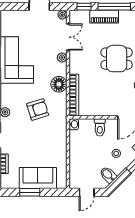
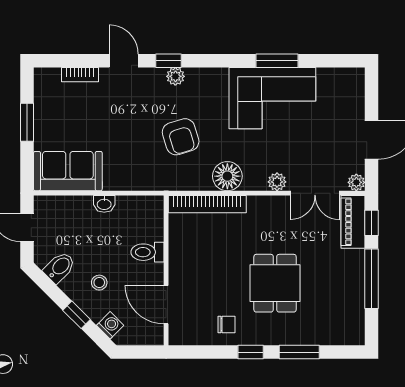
piano: (104, 17) -> (353, 222), moved
washbasin: (74, 124) -> (104, 204), moved
sofa: (38, 178) -> (68, 171), moved, turned -90

